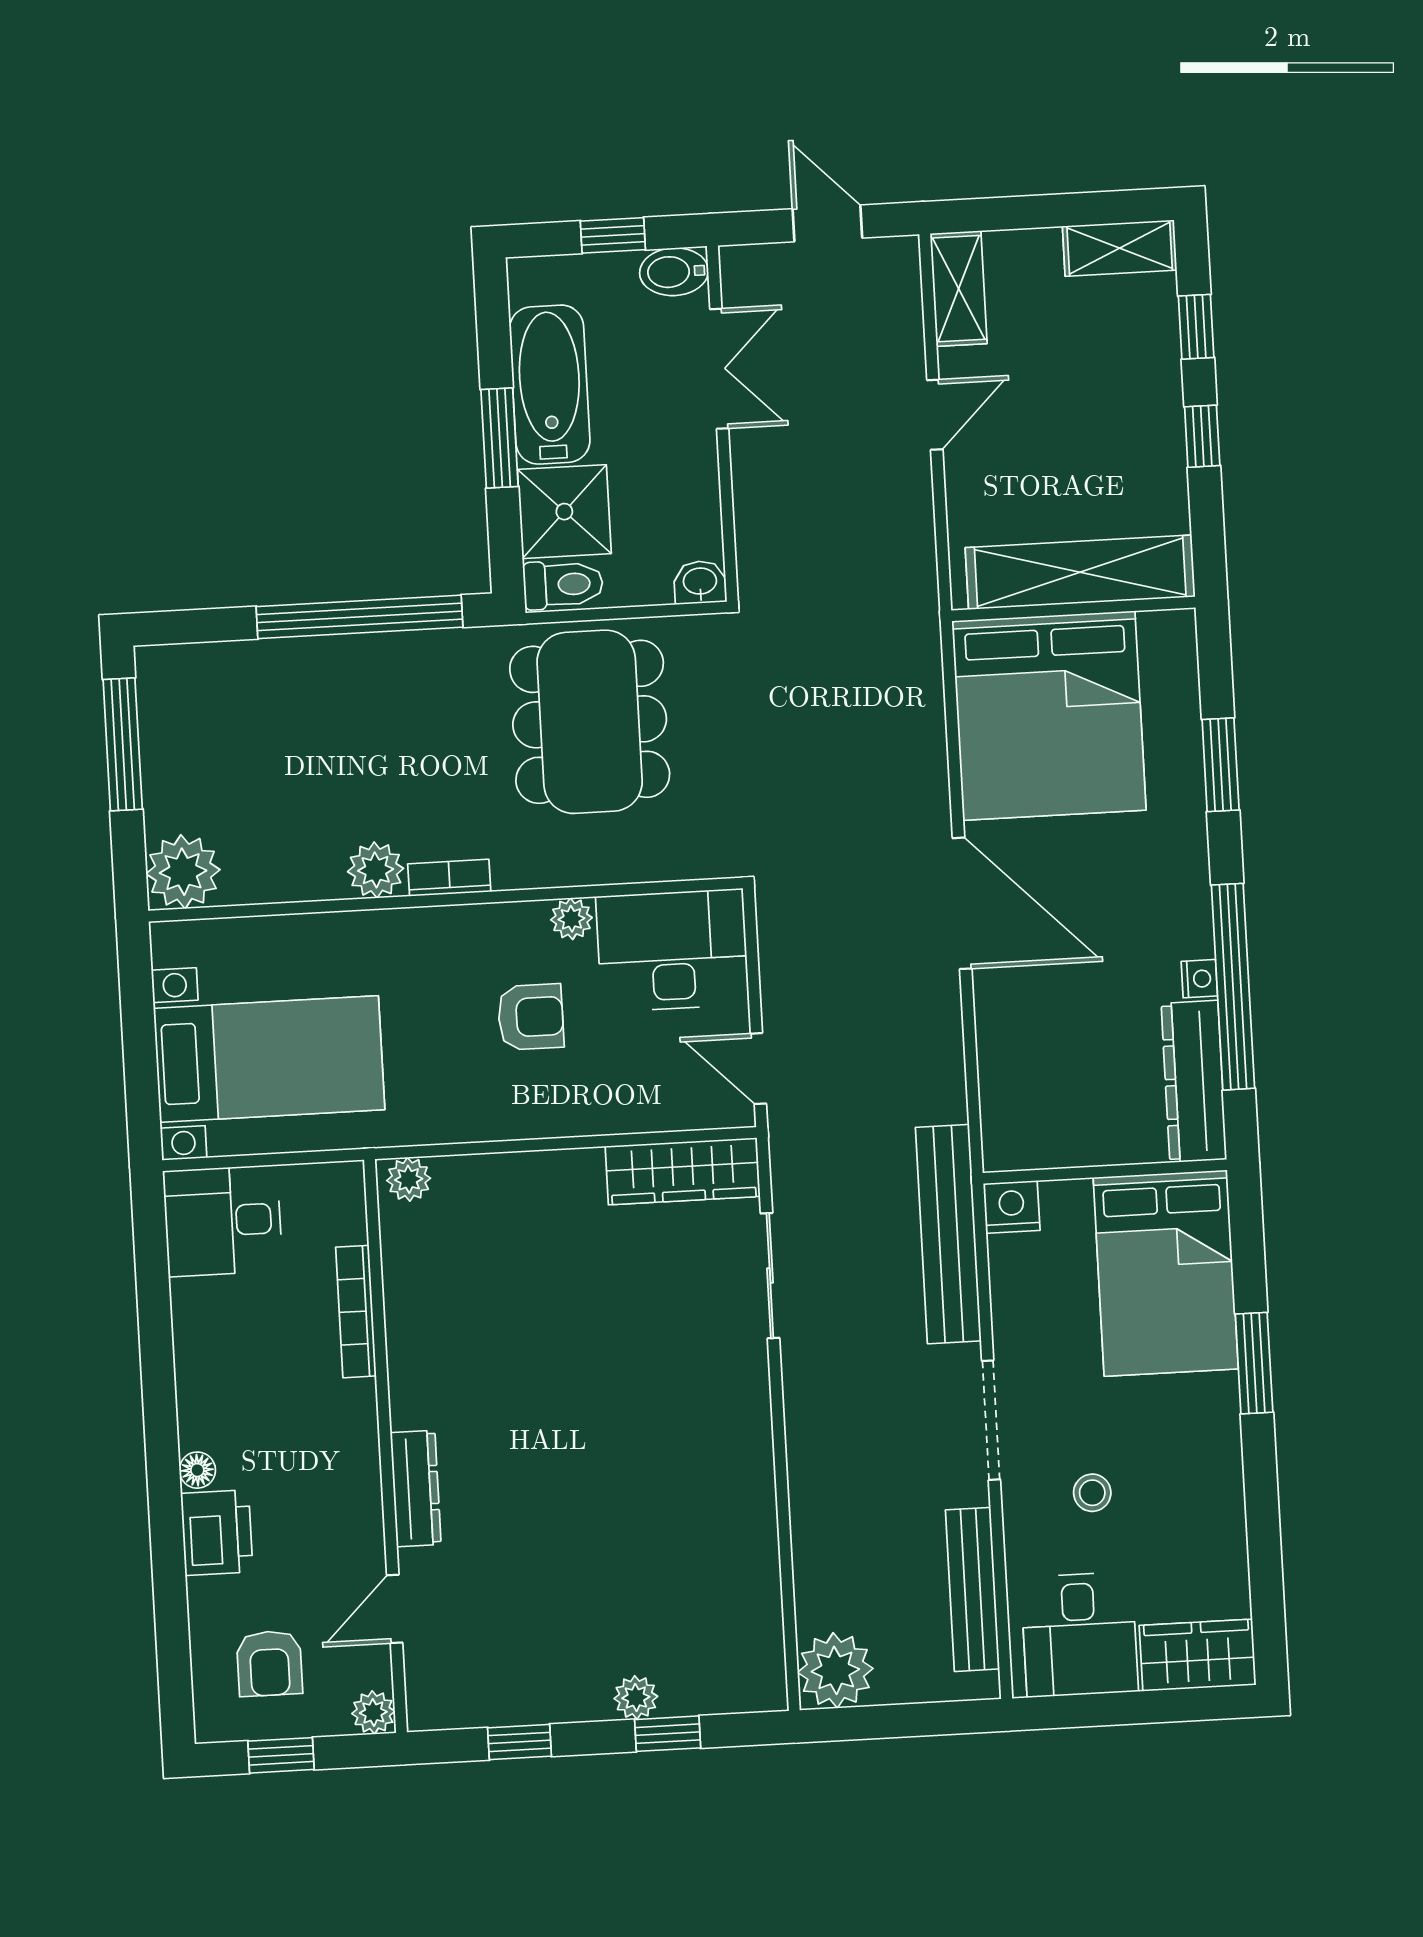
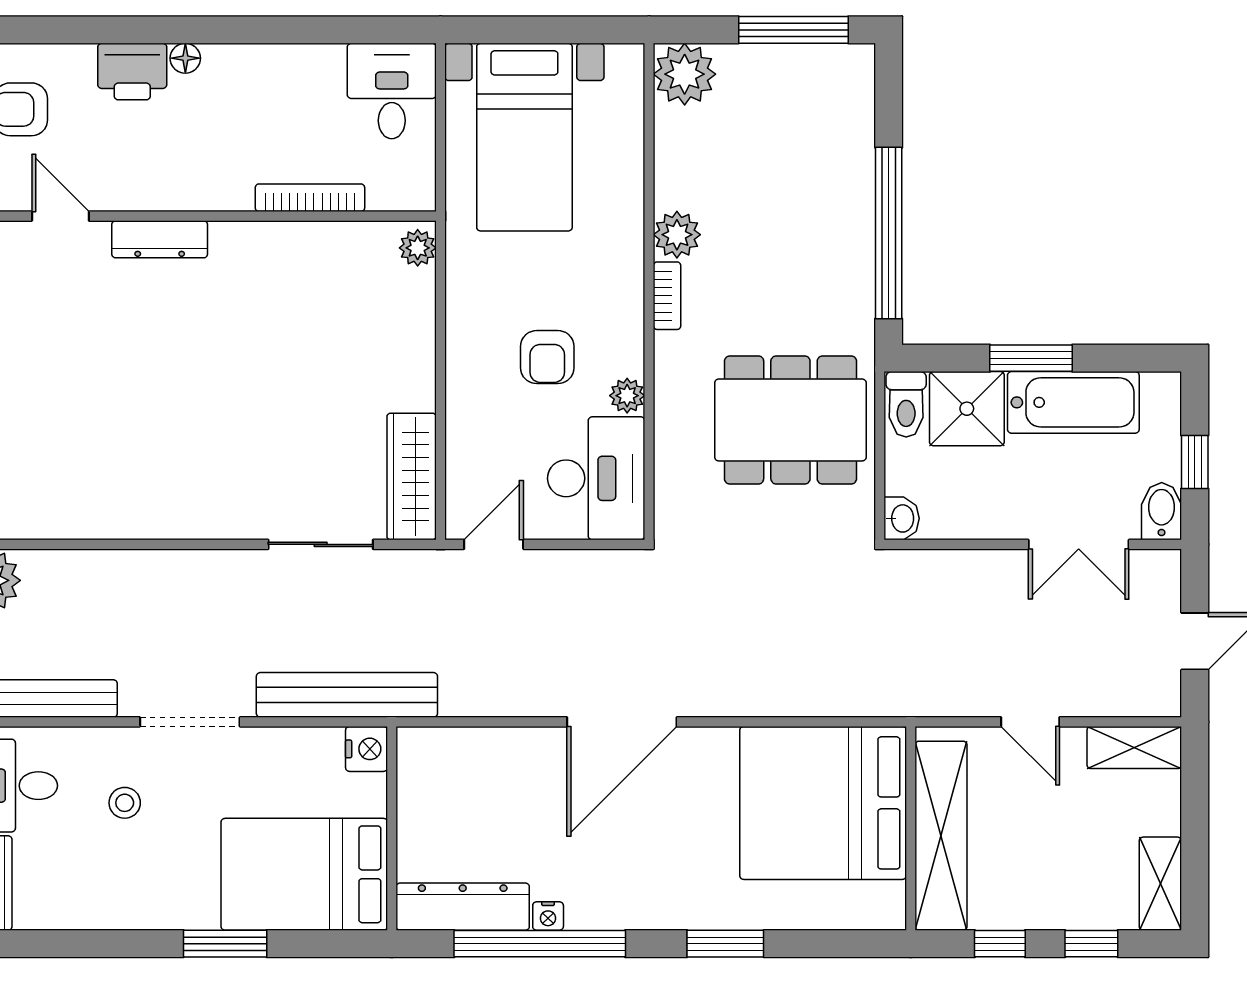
shelving: (1080, 572) -> (941, 836), moved
wall: (1073, 609) -> (911, 828), moved
bed: (1049, 716) -> (823, 803), moved

